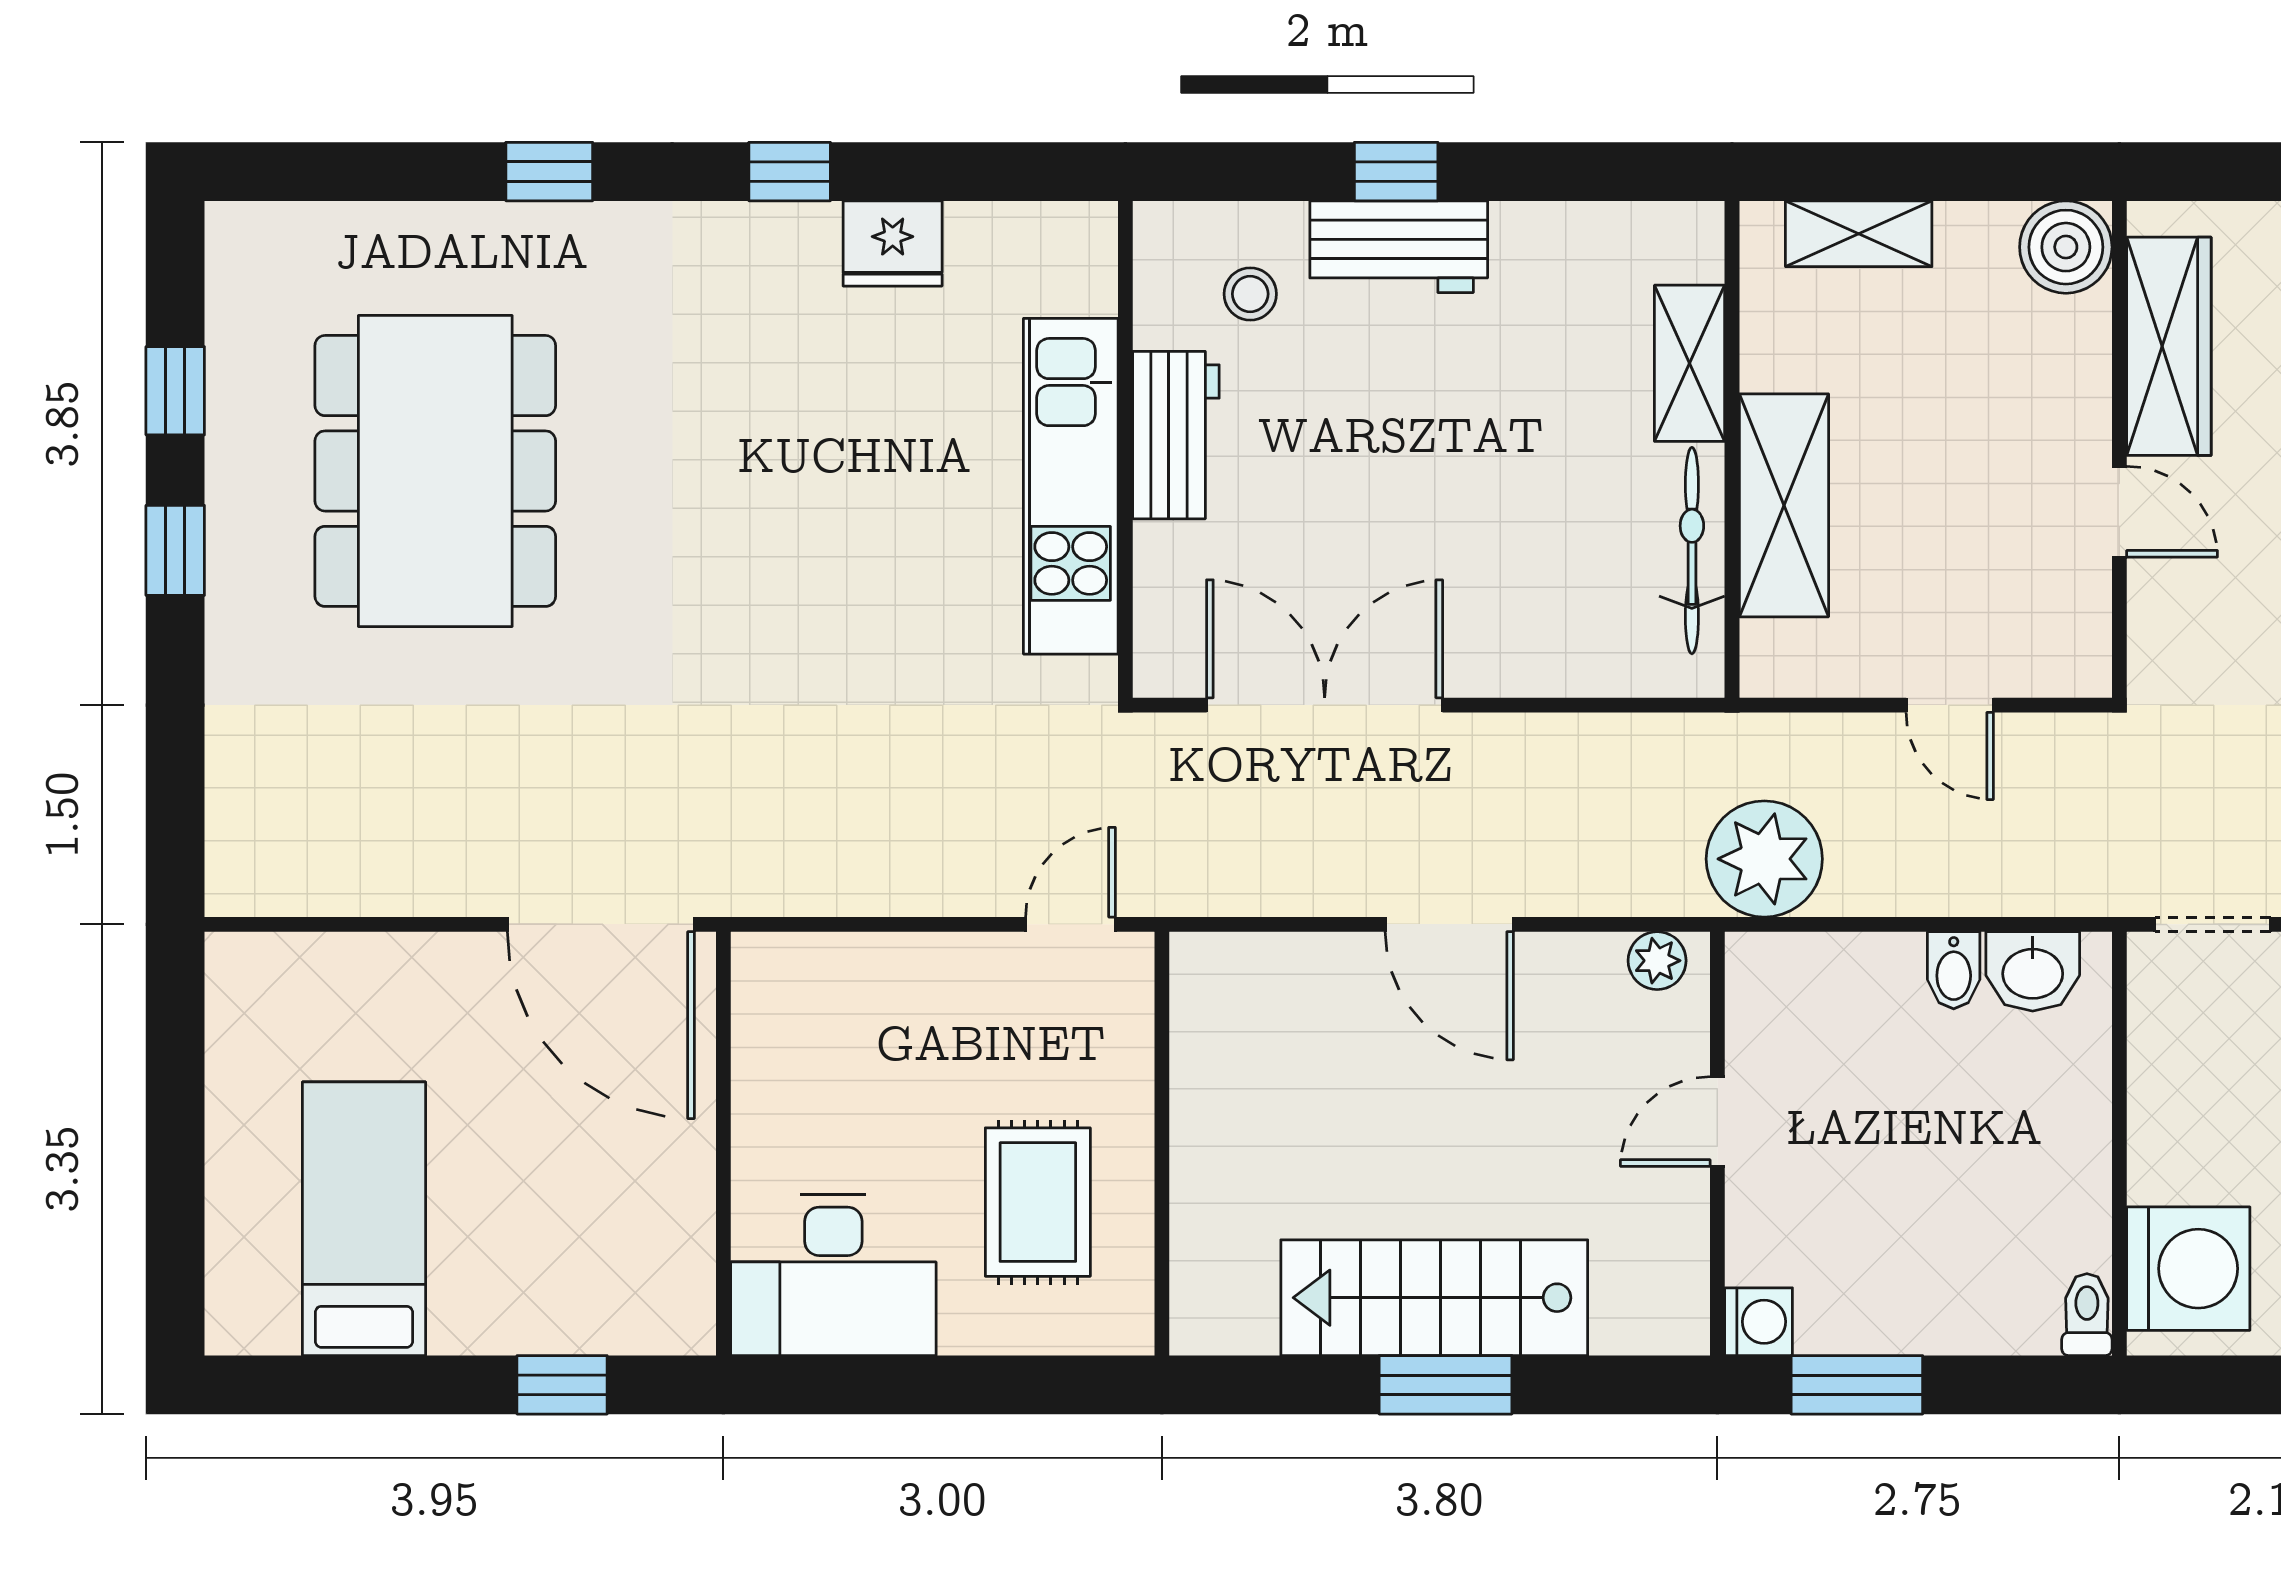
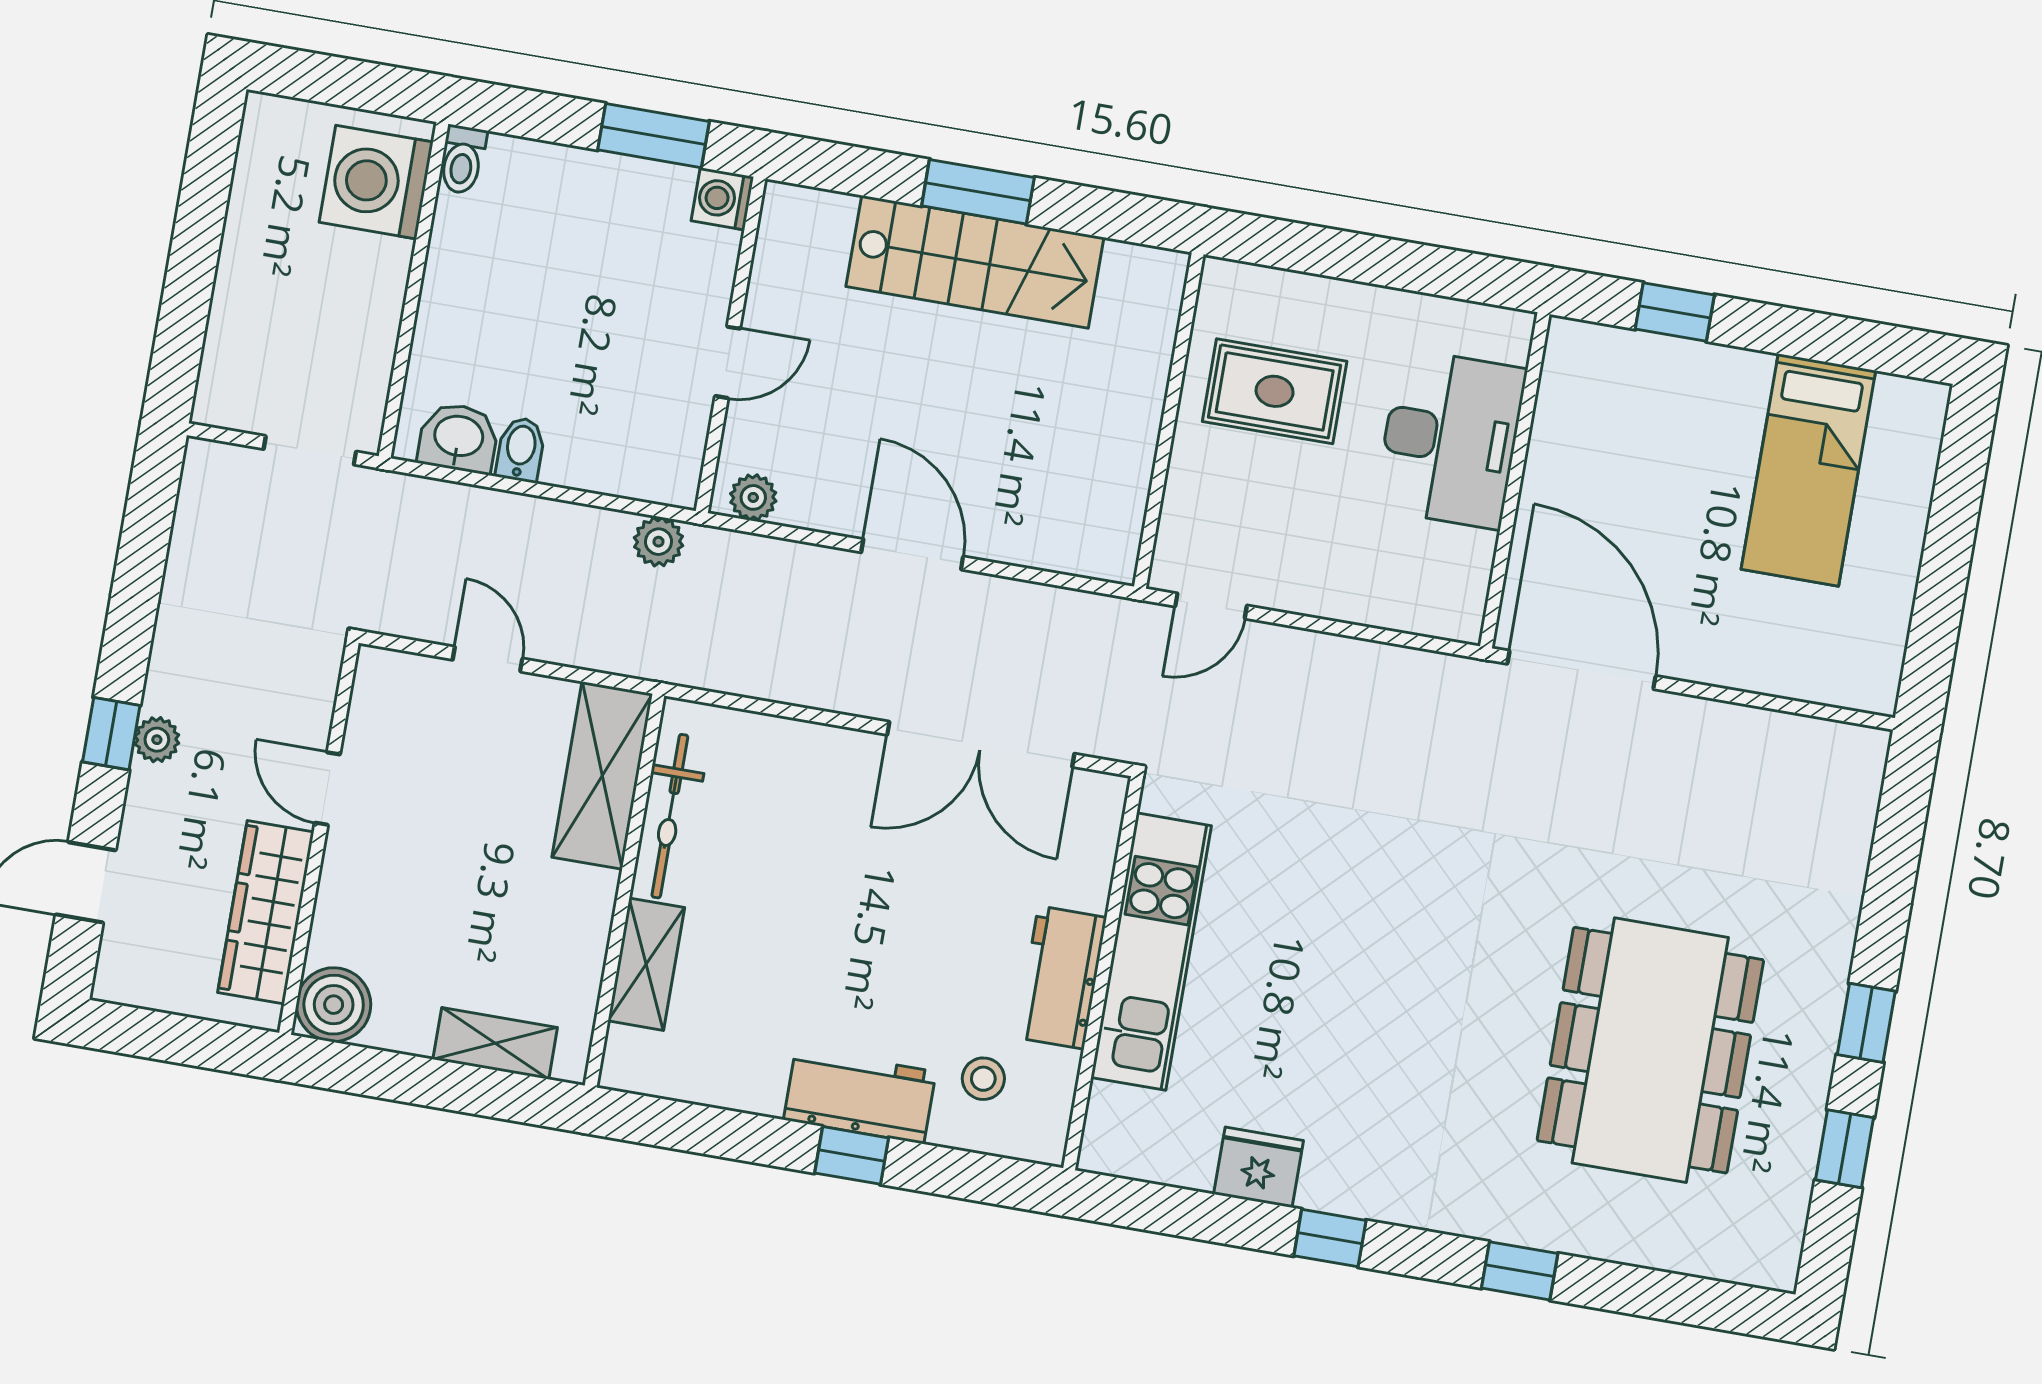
shelving: (1784, 505) -> (602, 775), moved
plant: (1764, 859) -> (659, 542), width x0.53, depth x0.53
rug: (1038, 1202) -> (1275, 391), turned 90
desk: (833, 1275) -> (1450, 439), moved, turned 90

